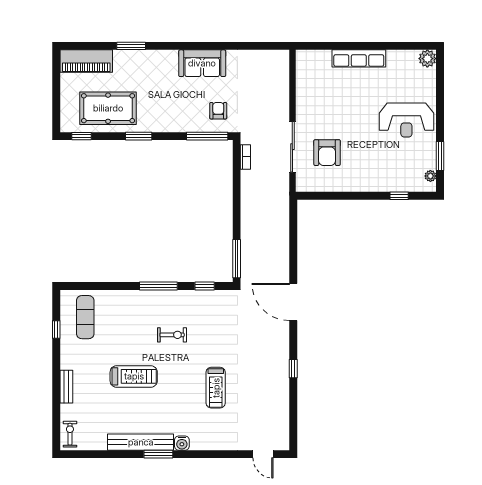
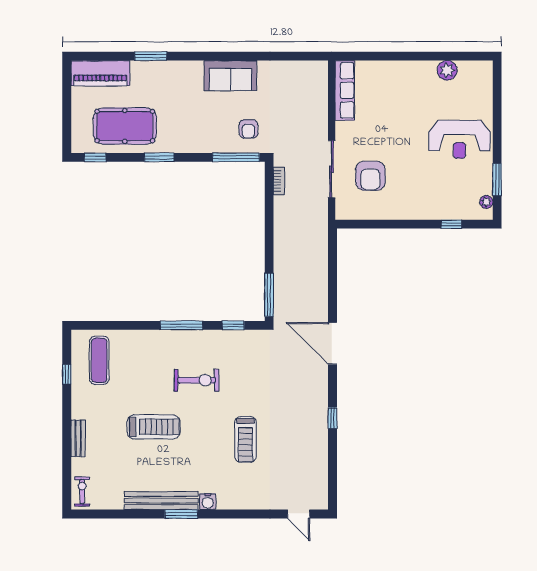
row of seats: (359, 58) -> (345, 90), moved, turned -90
plant: (427, 59) -> (447, 70), moved
armchair: (218, 111) -> (248, 129), turned 180
exercise bike: (172, 335) -> (197, 380), width x1.38, depth x1.39

